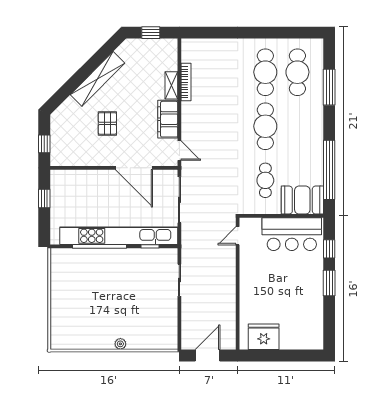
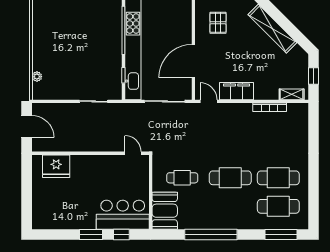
shelving: (171, 85) -> (292, 94), moved
window: (329, 87) -> (281, 235), moved
pallet: (107, 123) -> (218, 23), moved, turned 90
door: (179, 151) -> (209, 101), swing flipped
window: (329, 170) -> (211, 235), moved
bar counter: (292, 234) -> (123, 215), moved, turned 90
fridge: (264, 337) -> (56, 166), moved, turned 90
plant: (120, 344) -> (37, 77), moved

